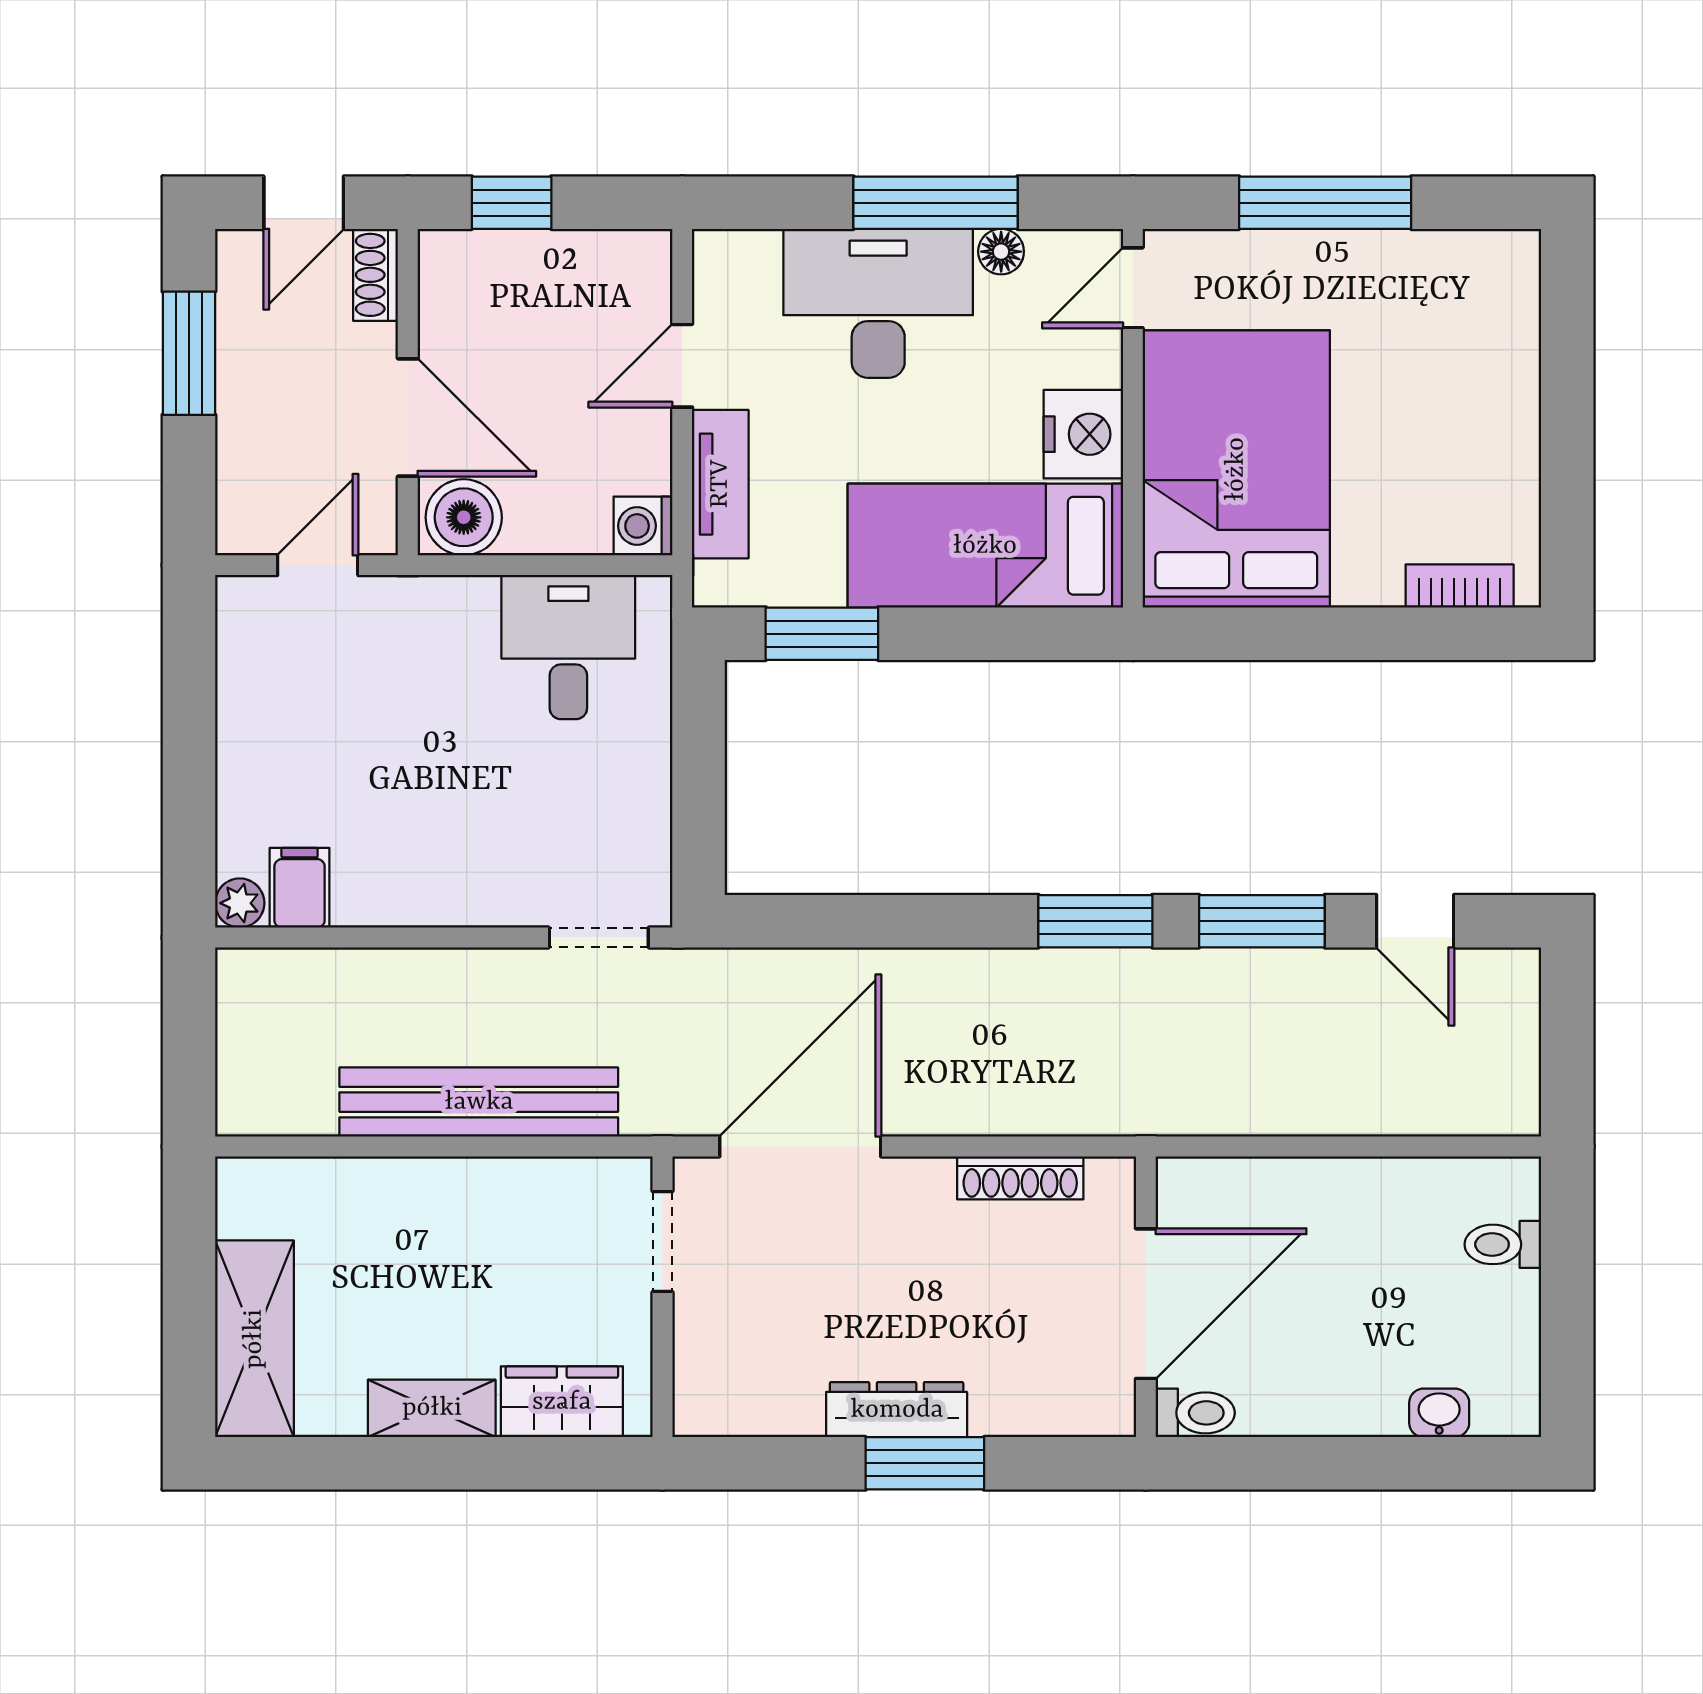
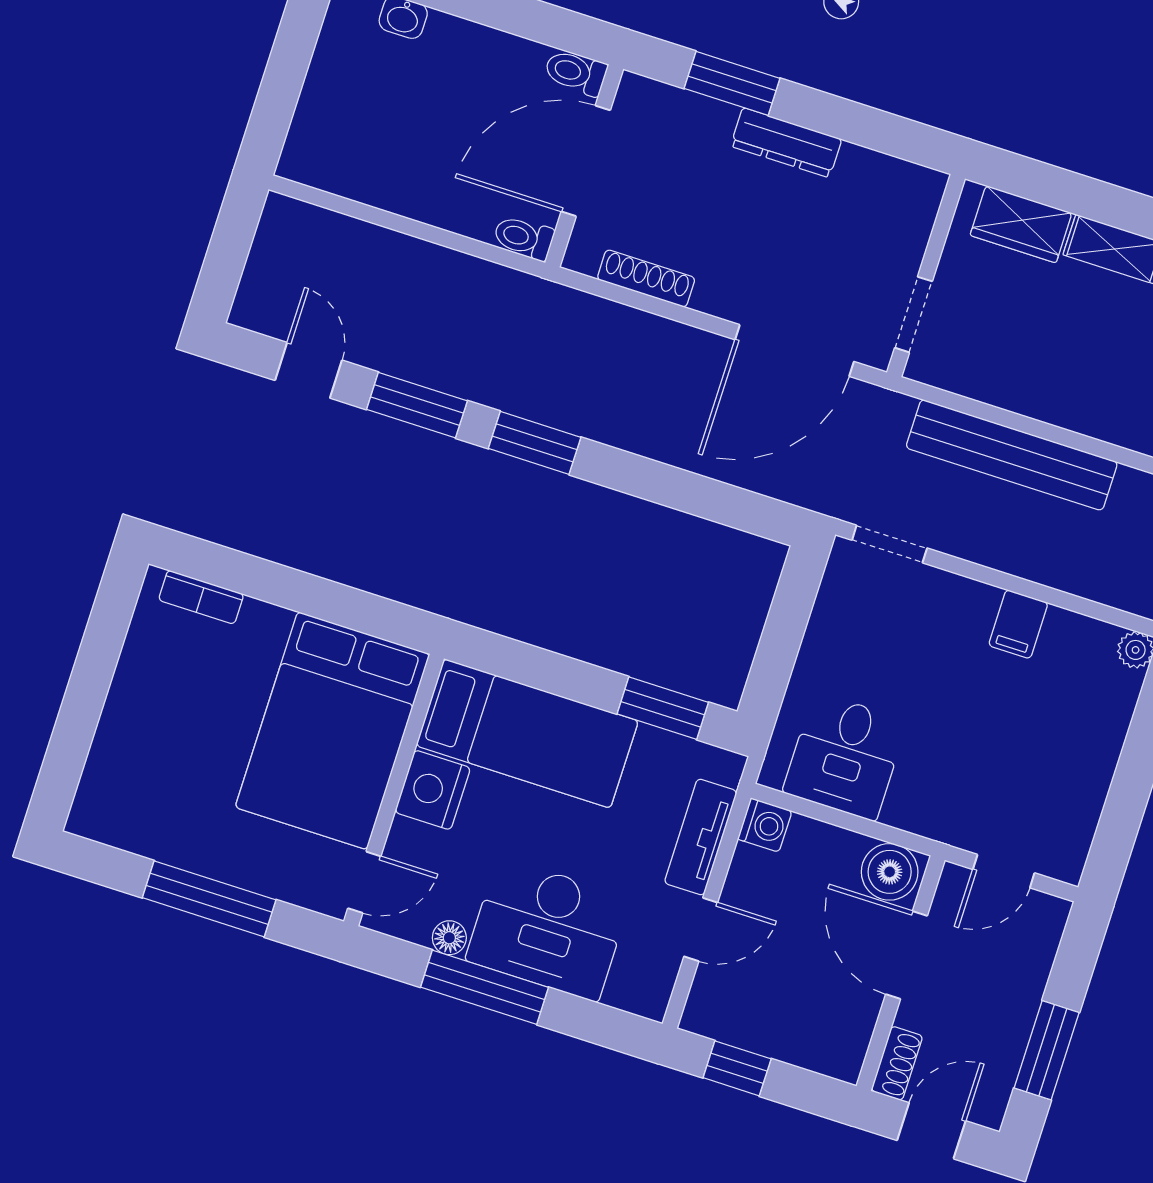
window: (512, 203) -> (737, 1068), moved
filing cabinet: (300, 888) -> (1018, 624), moved
toilet: (1503, 1244) -> (524, 238), moved, turned 180
window: (925, 1463) -> (732, 83), moved

